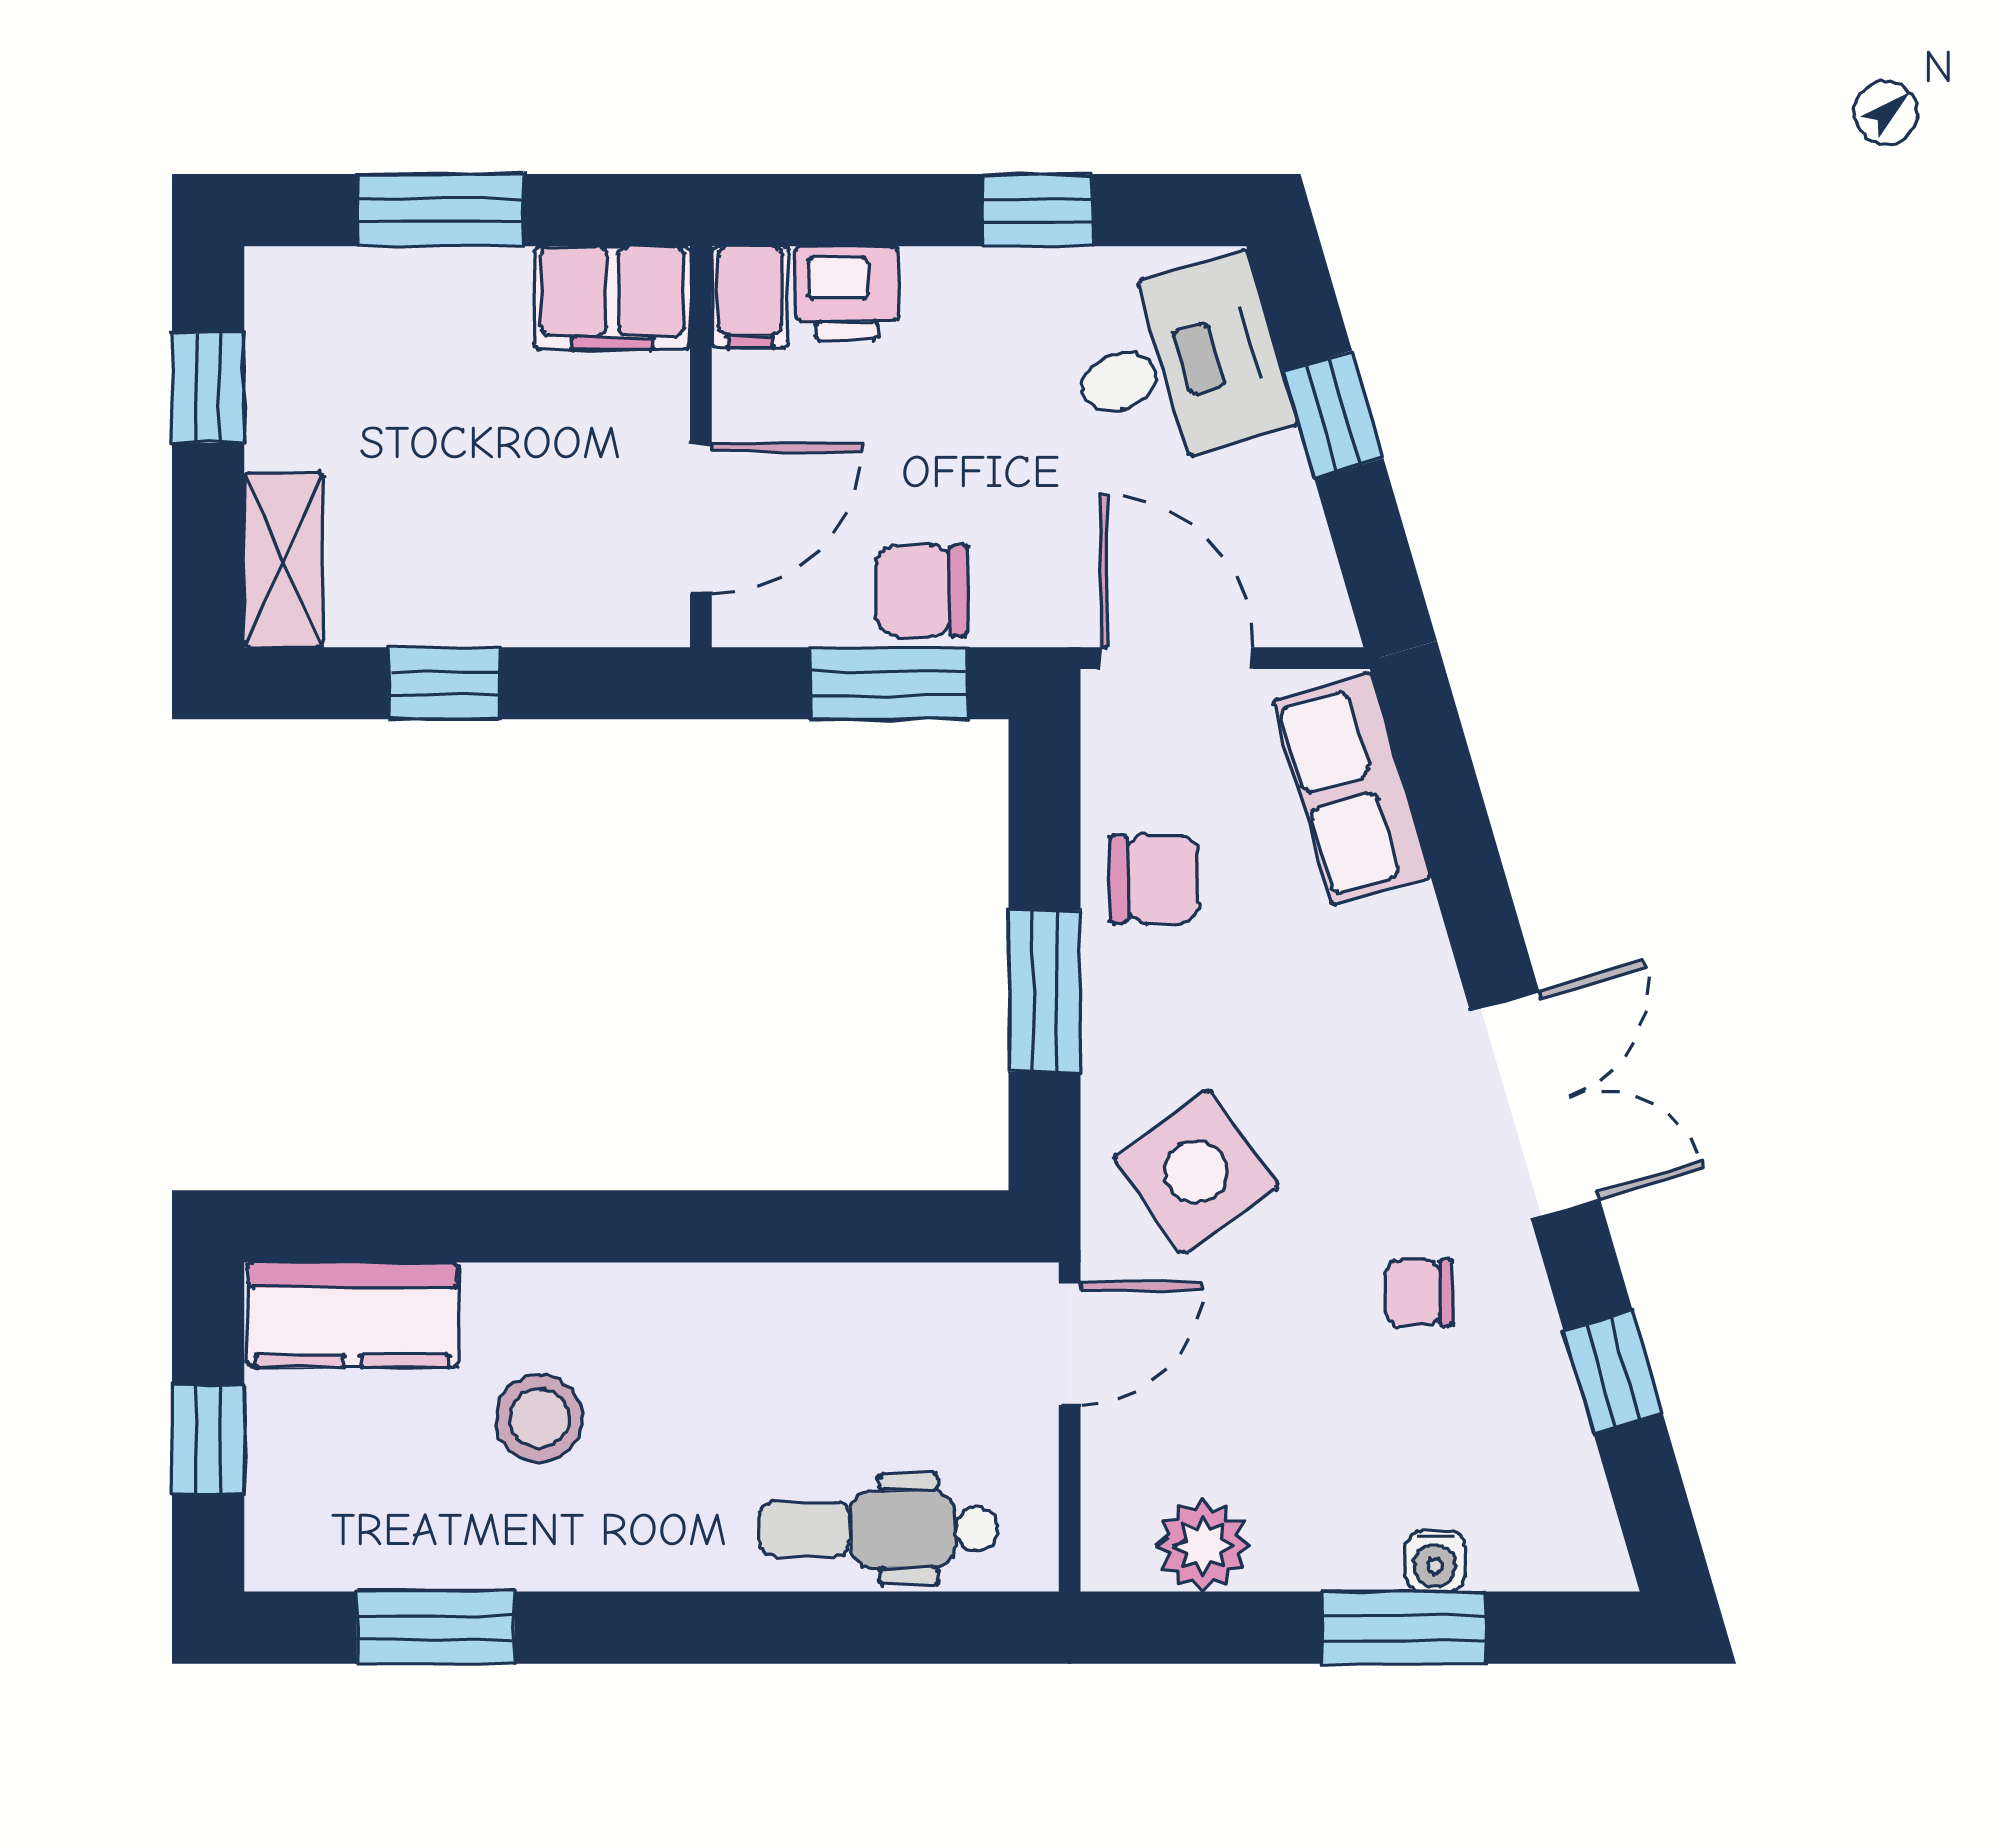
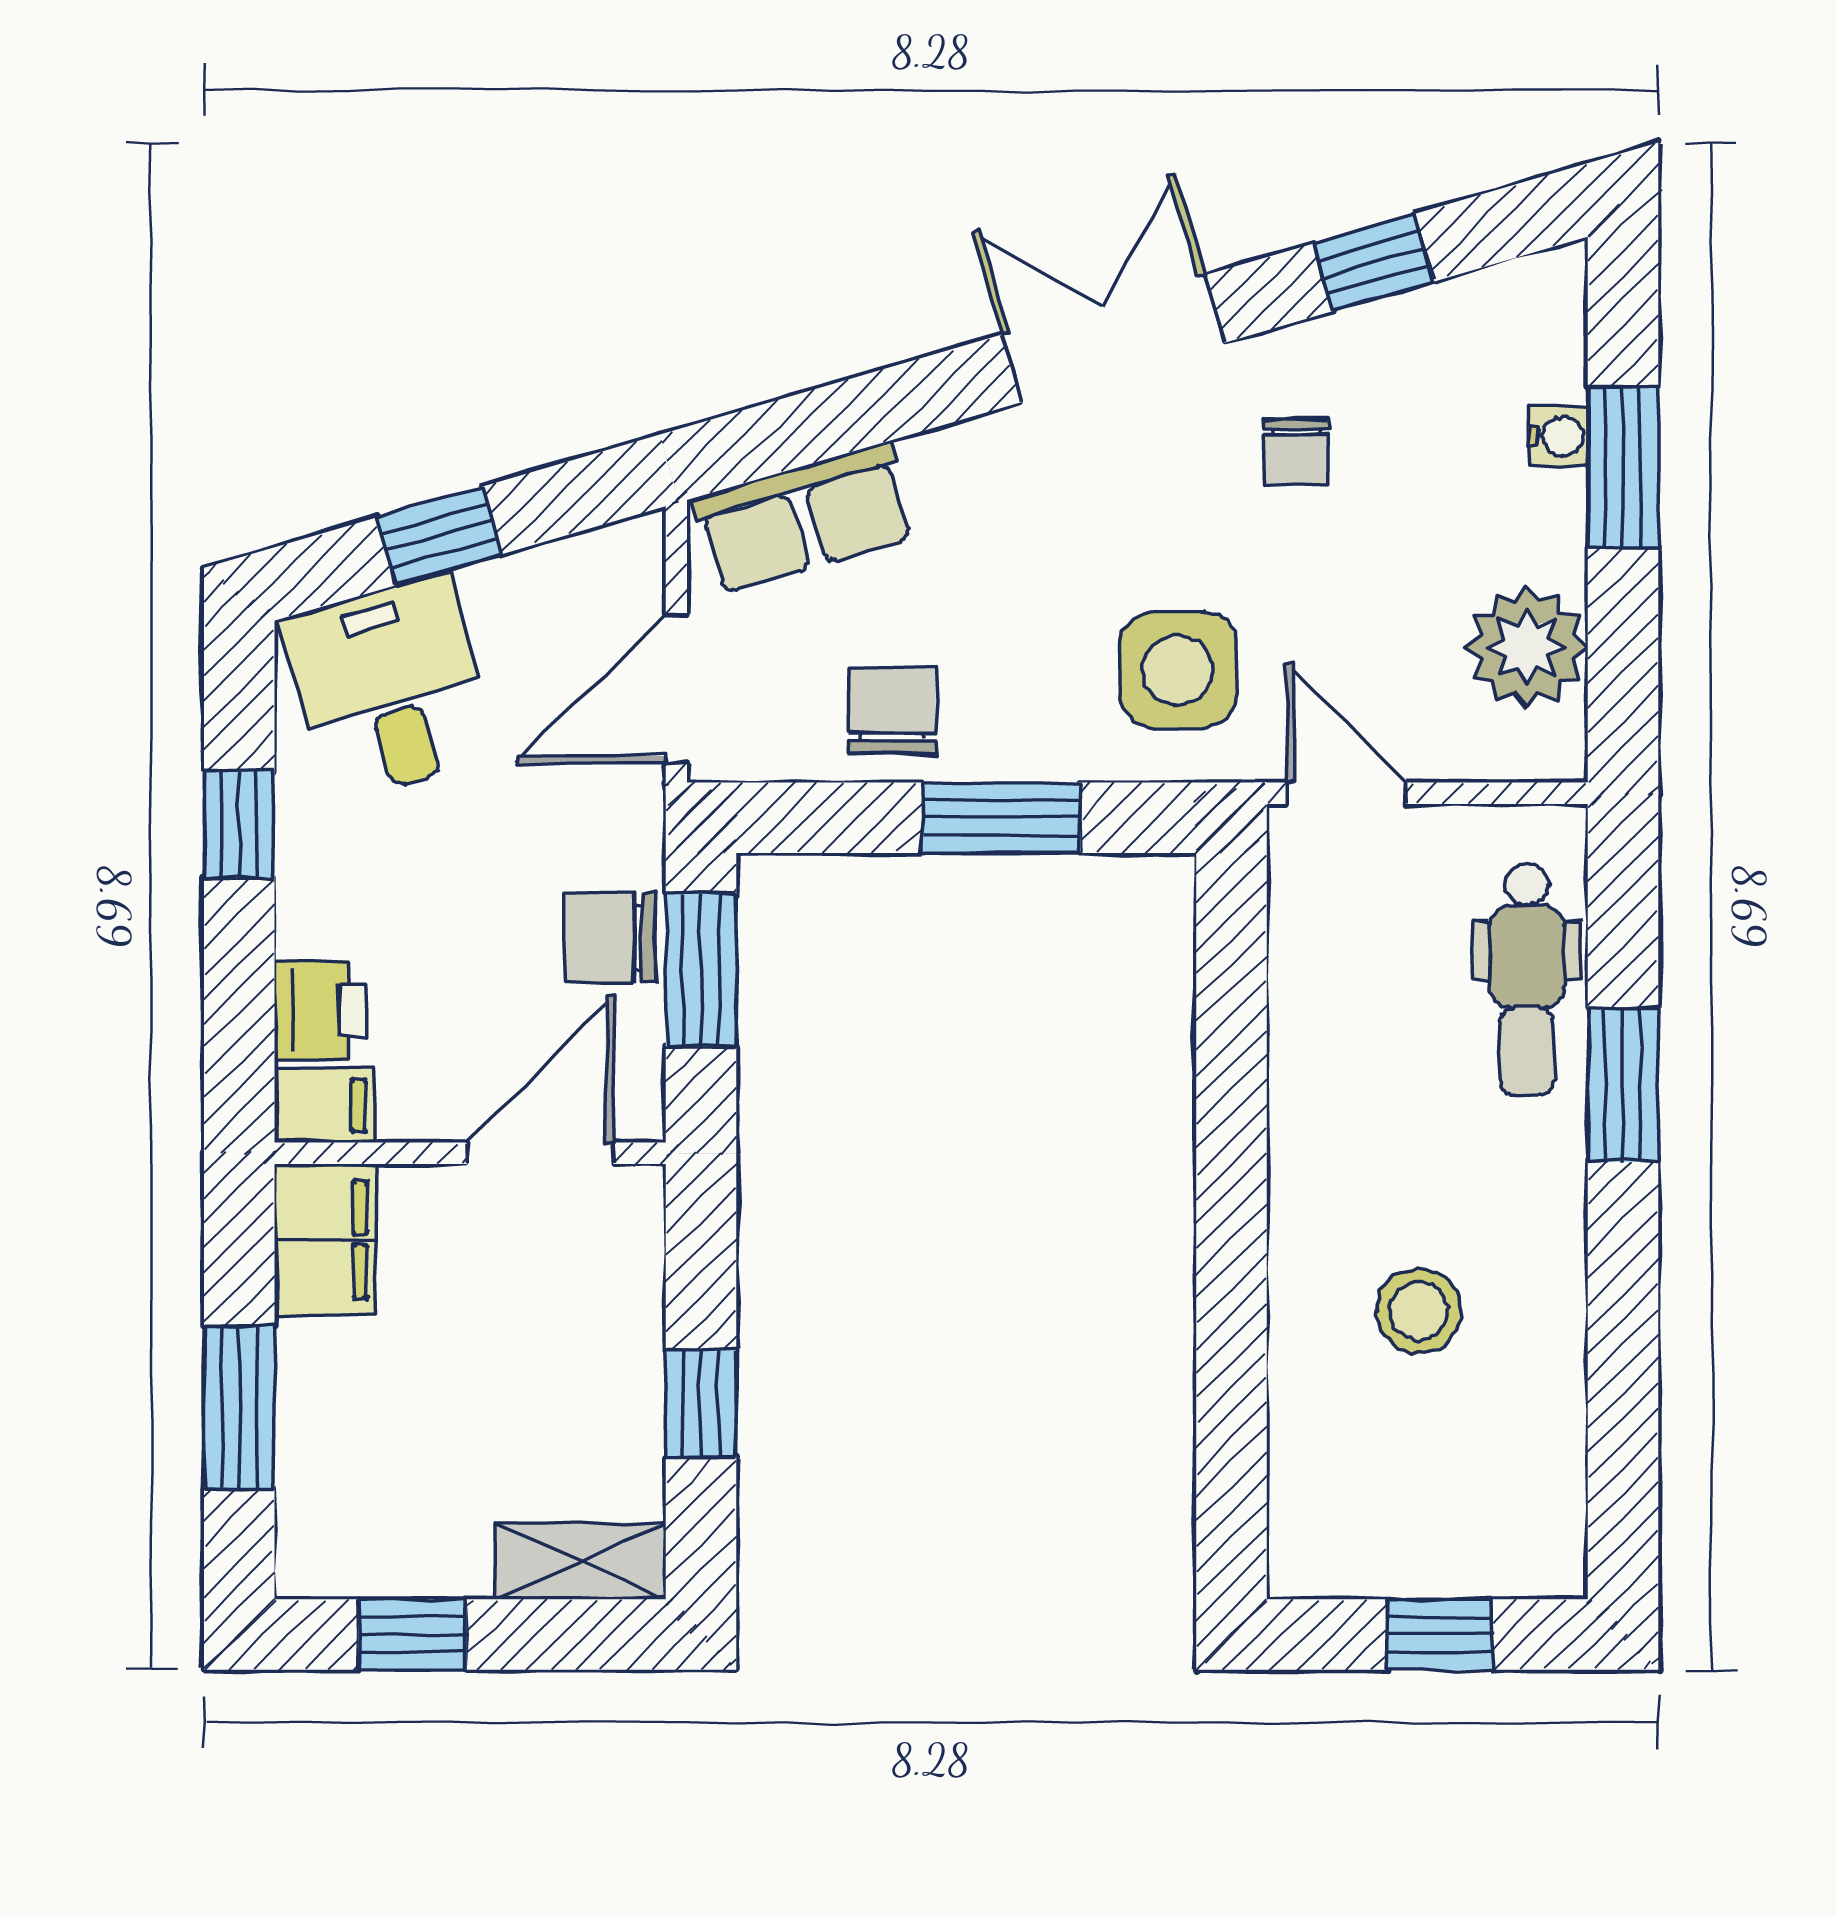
door: (701, 519) -> (540, 1153), hinge flipped
chair: (922, 591) -> (611, 937), turned 90
side table: (1196, 1172) -> (1178, 670), turned 36
kitchen counter: (353, 1315) -> (1318, 1493), removed
plant: (1203, 1545) -> (1527, 647), width x1.36, depth x1.36
window: (436, 1628) -> (1623, 1085), moved

